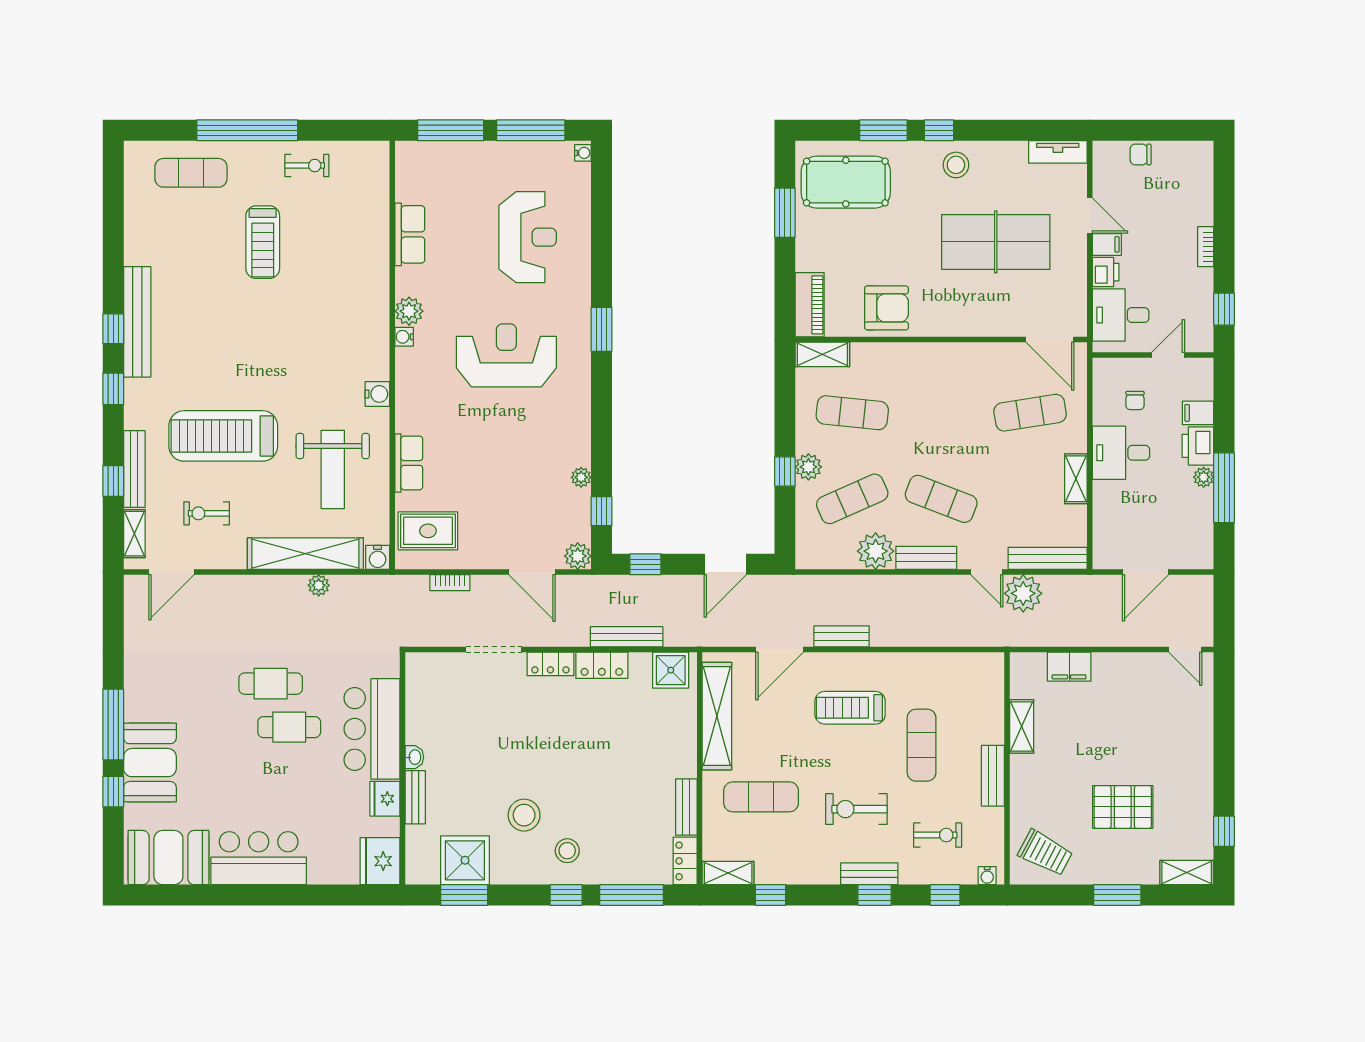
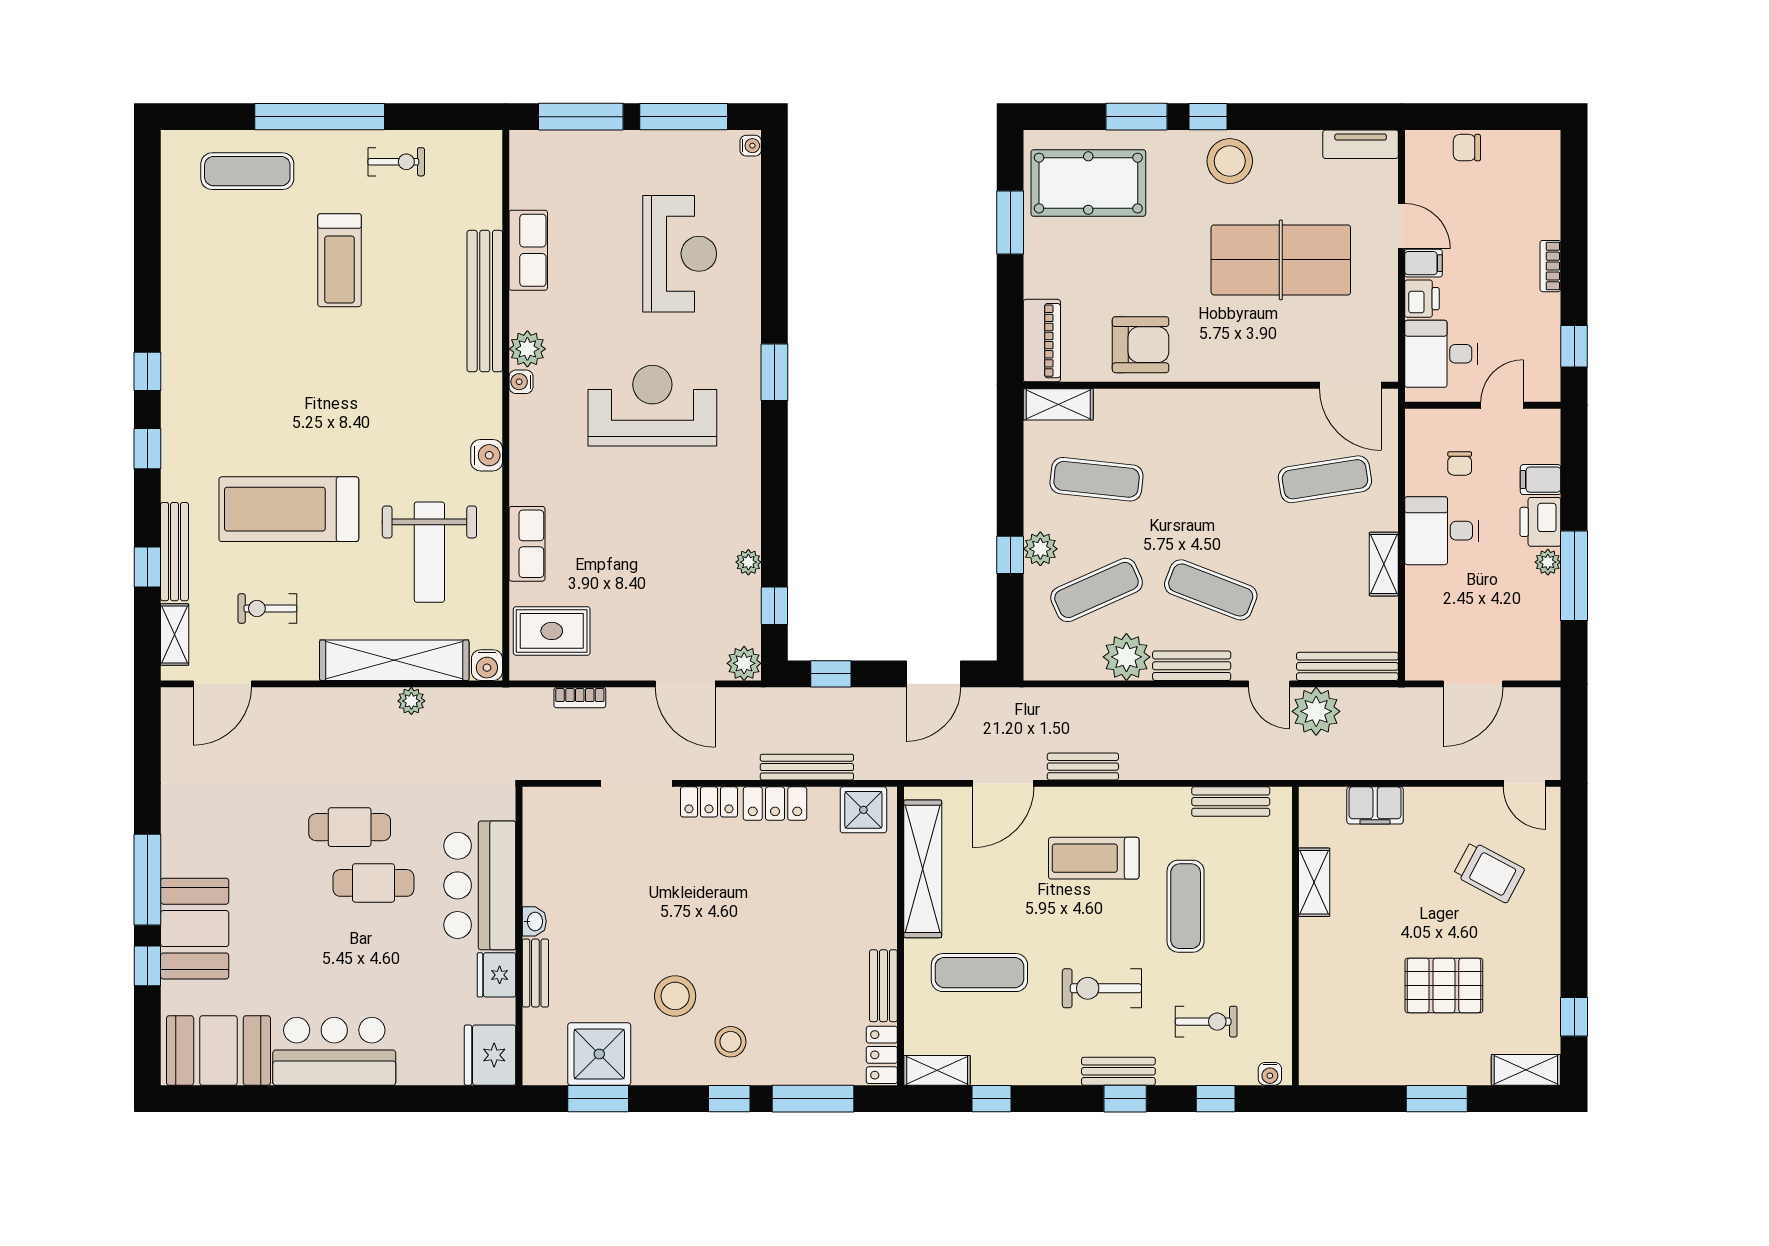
stool: (956, 165) -> (1230, 161), width x1.38, depth x1.38
bench: (137, 322) -> (485, 301), moved
bench: (993, 776) -> (1231, 802), moved, turned 90
trolley: (1045, 853) -> (1489, 872), moved

